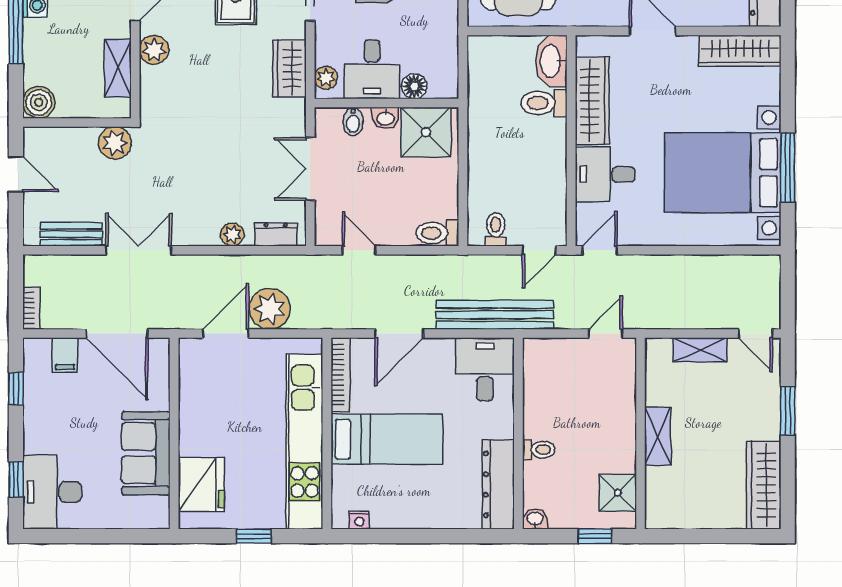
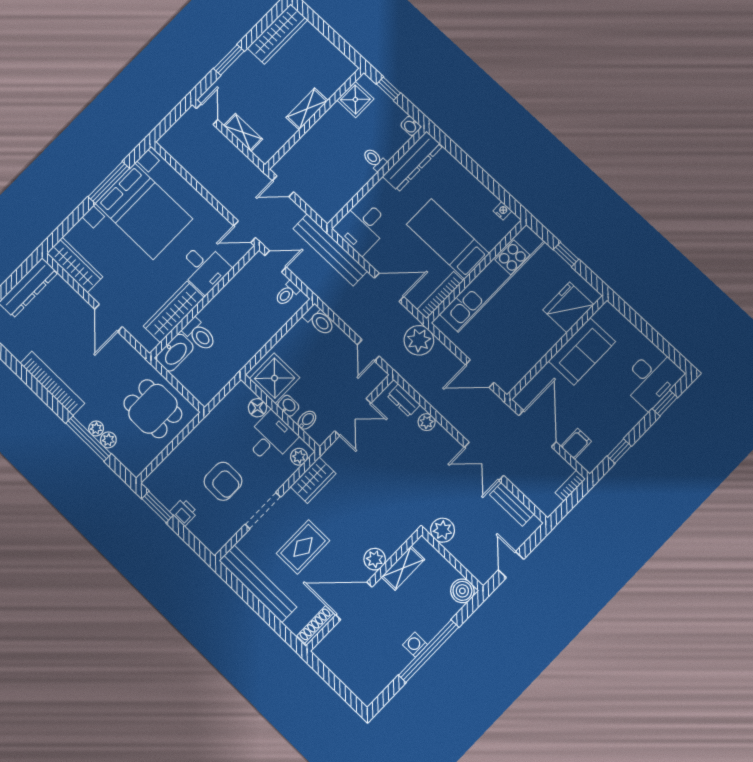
plant: (270, 309) -> (419, 340), moved

